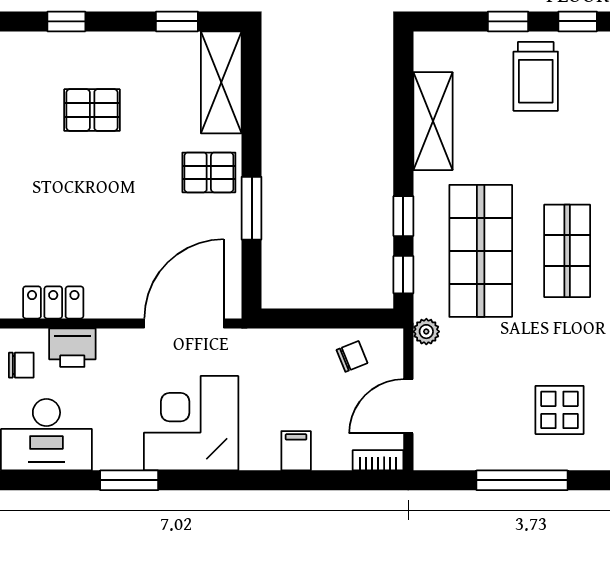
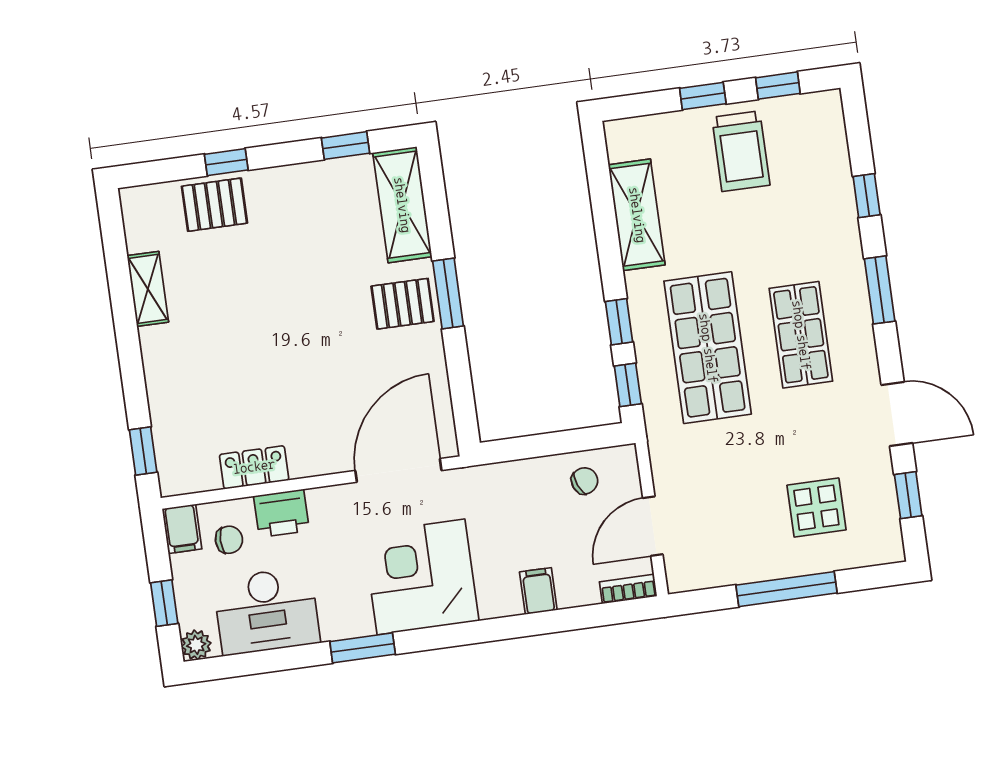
pallet: (92, 110) -> (214, 205), moved
window: (252, 208) -> (448, 293), moved
plant: (426, 332) -> (661, 443), removed

